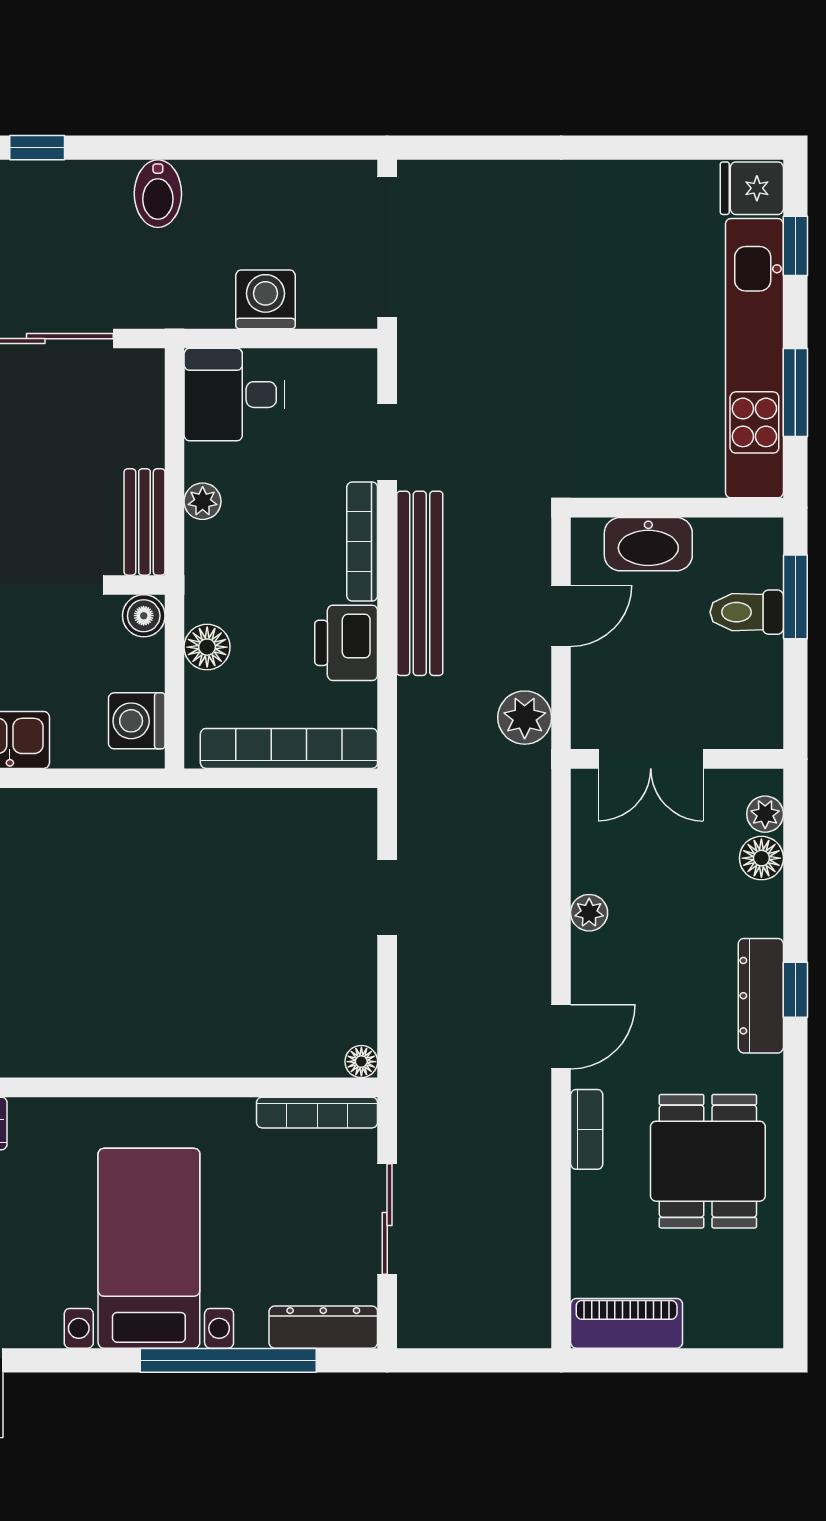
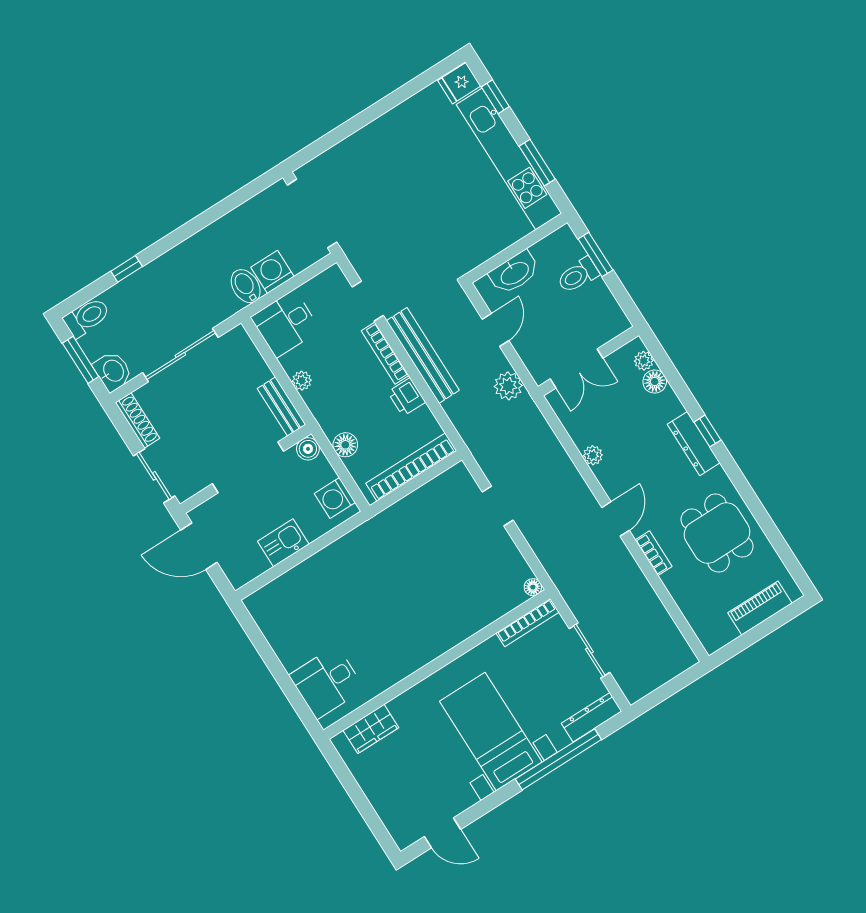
bidet: (158, 194) -> (246, 286), moved, turned 180
printer: (346, 643) -> (407, 397), width x0.73, depth x0.81
piano: (627, 1323) -> (760, 608), moved

